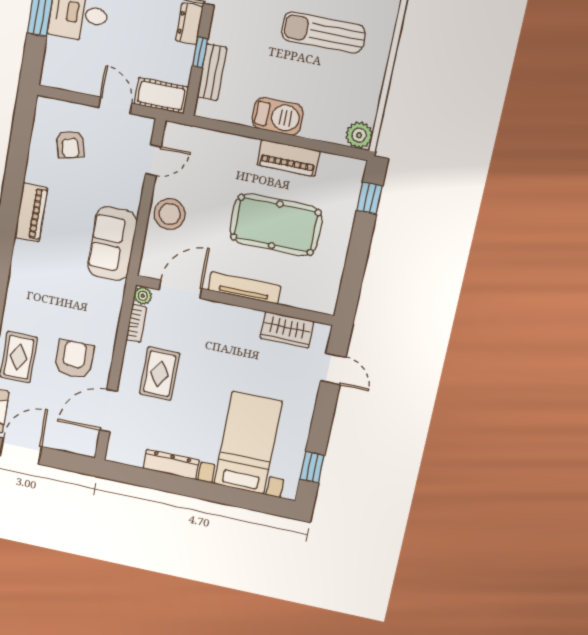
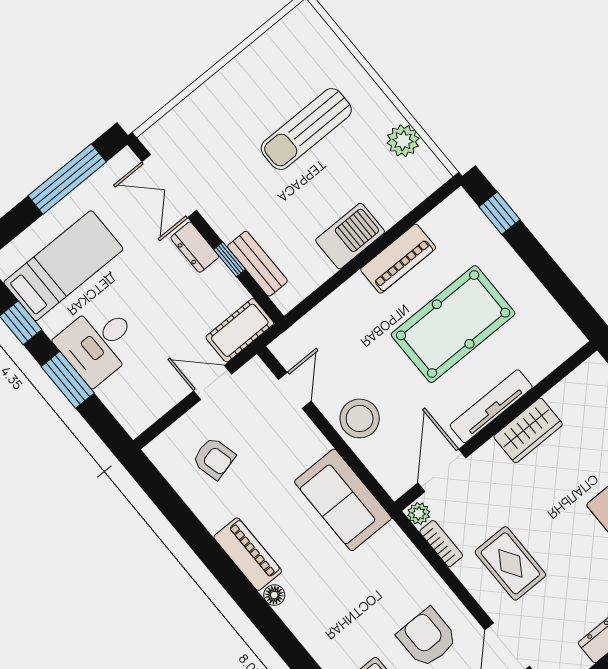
plant: (359, 135) -> (403, 141), moved
floor lamp: (21, 248) -> (274, 595), added
wardrobe: (287, 330) -> (528, 430), moved

